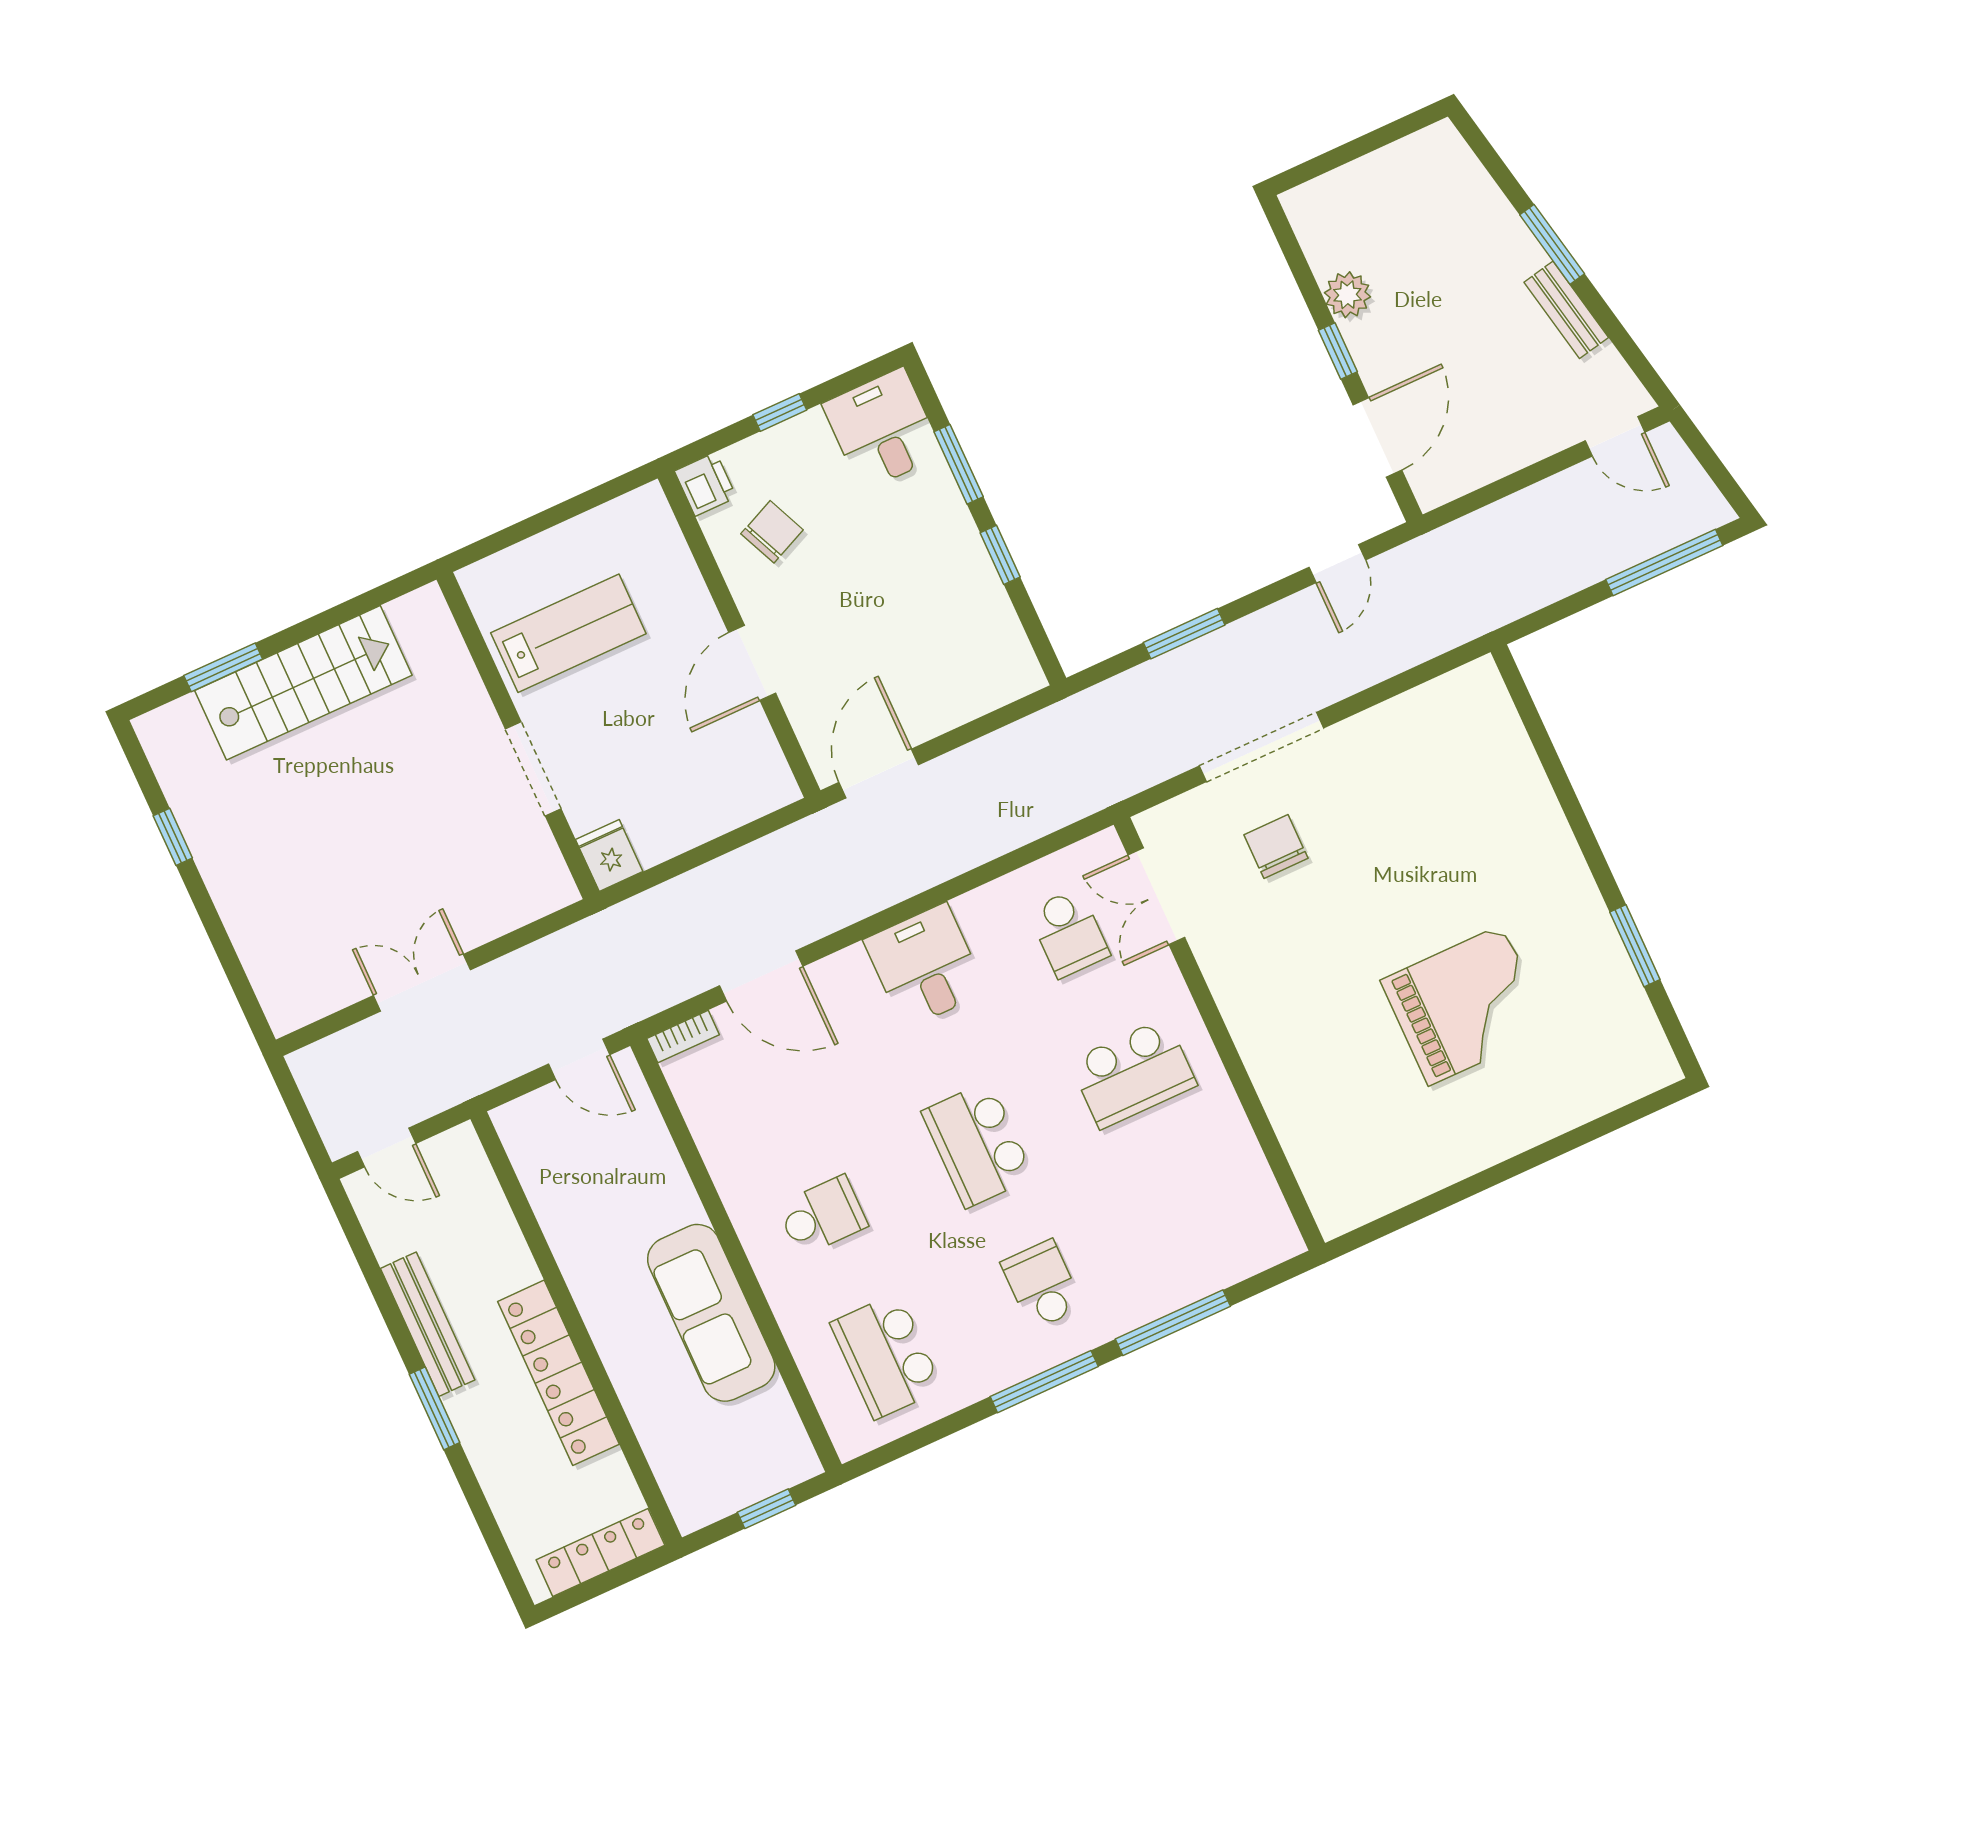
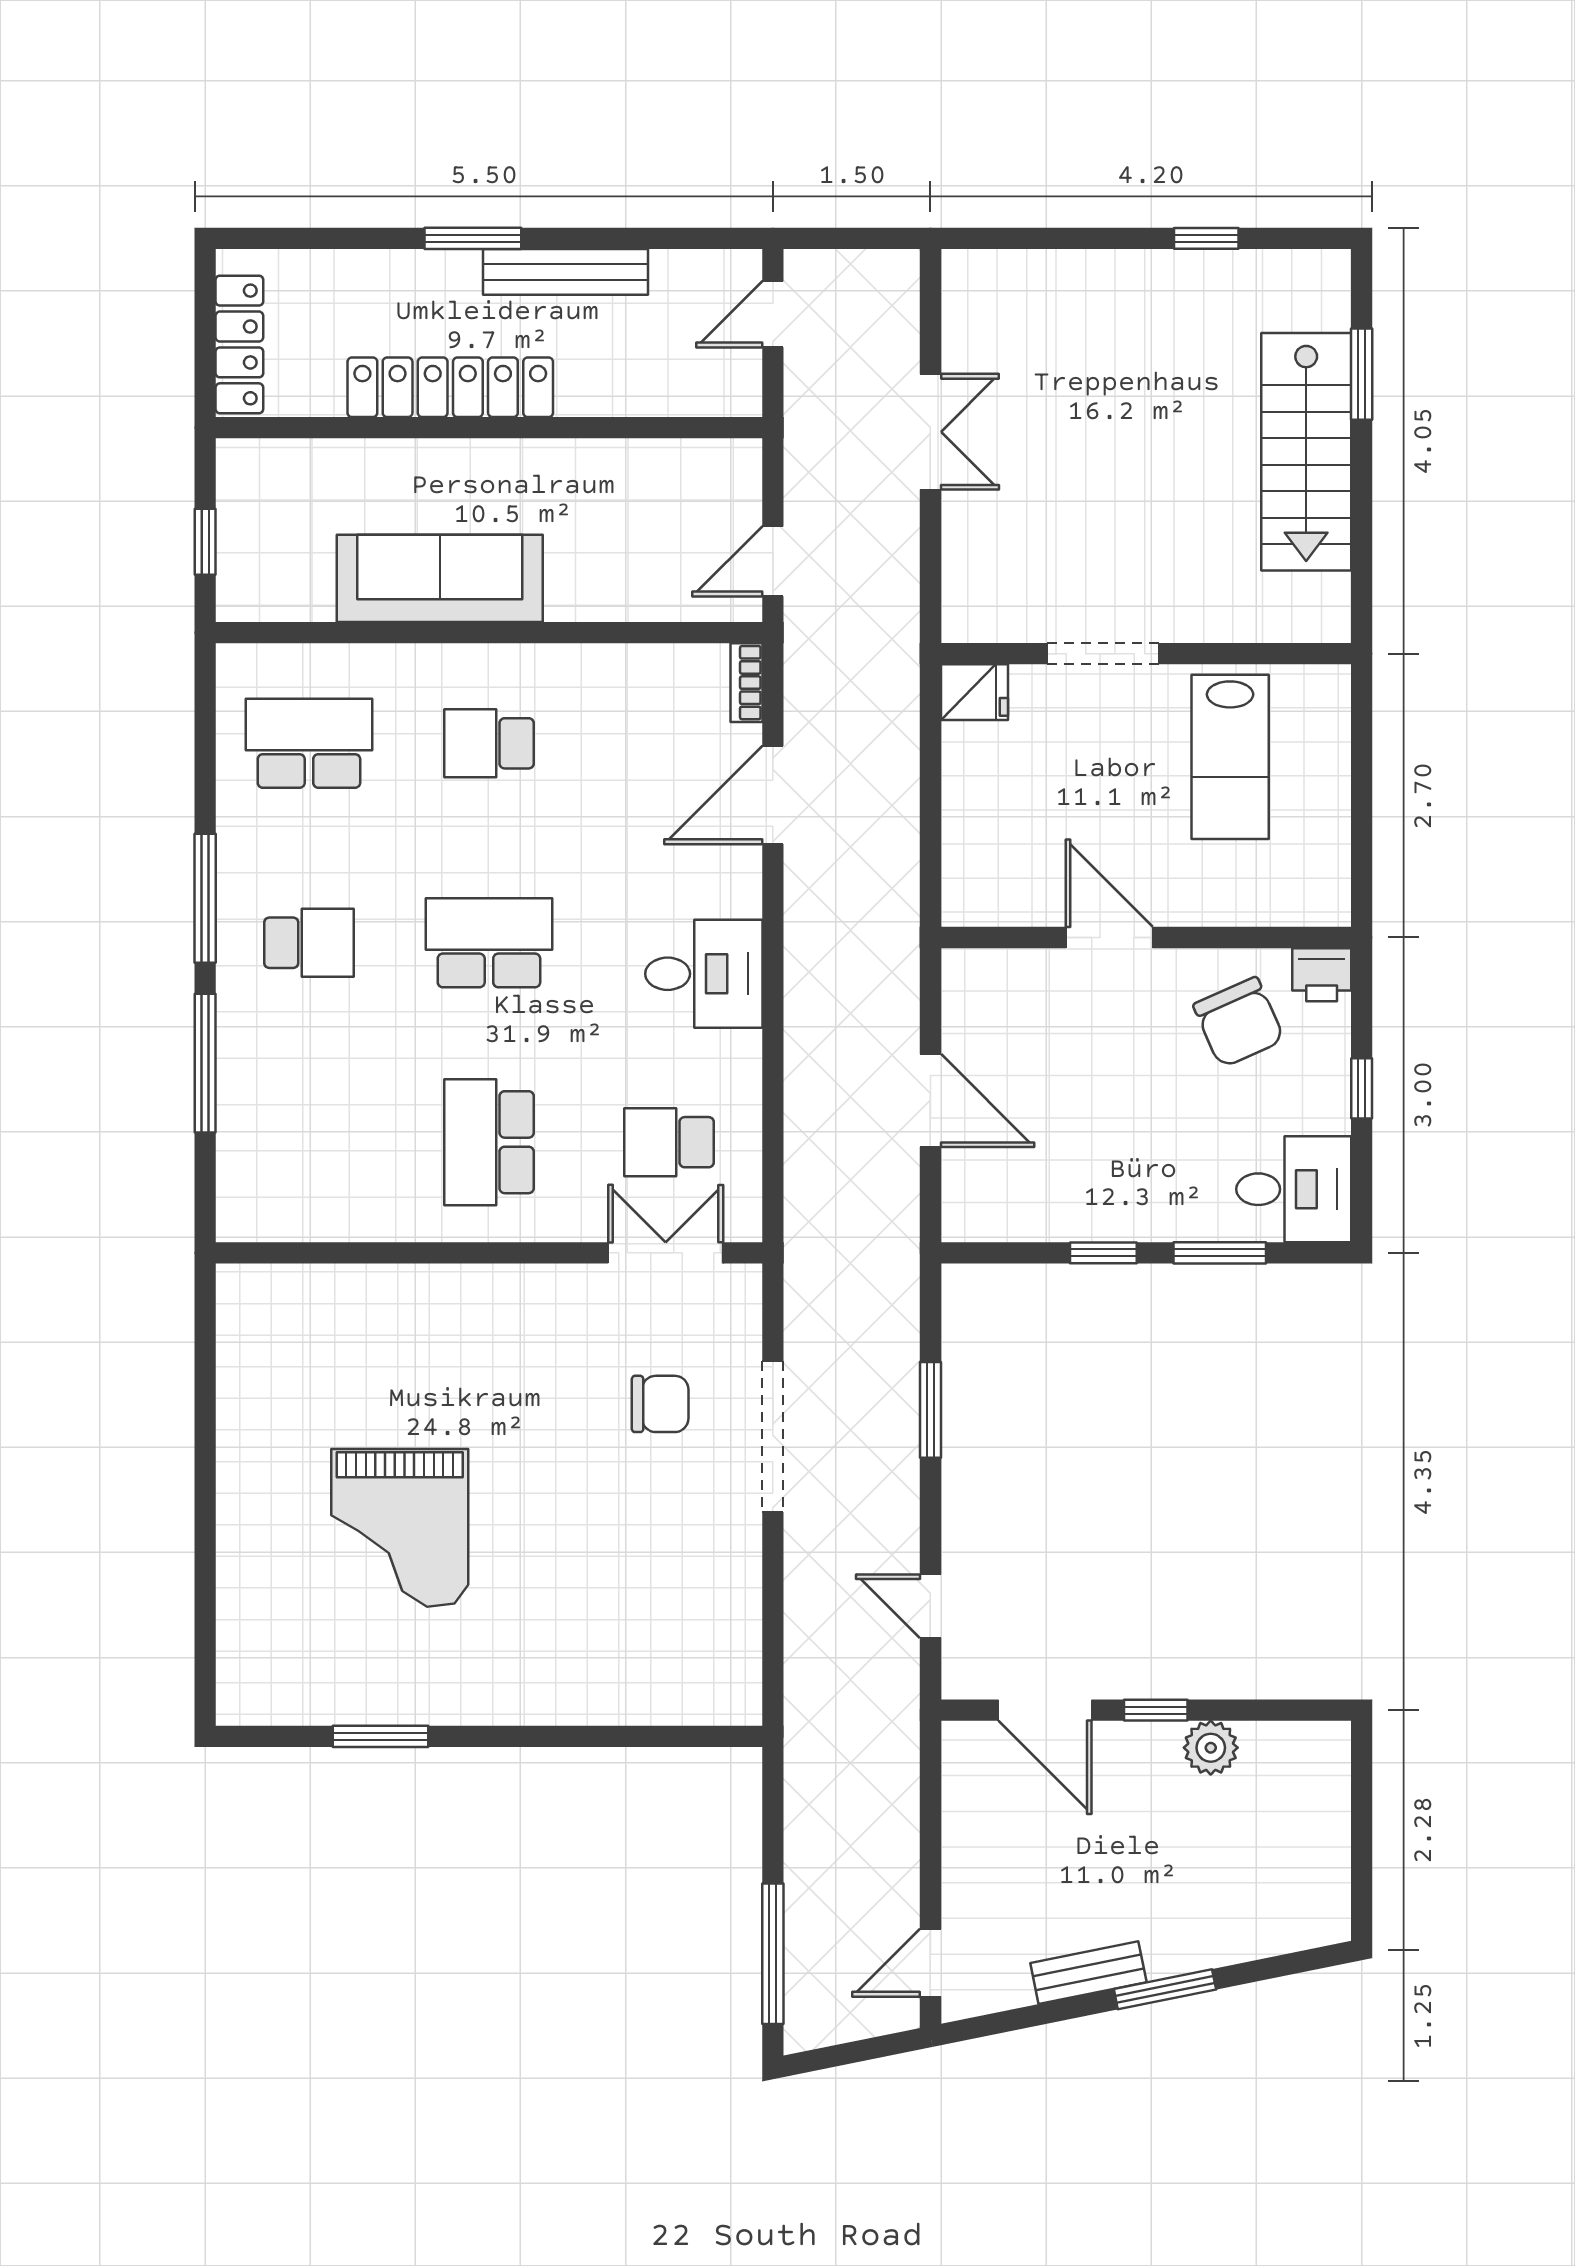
chair: (772, 532) -> (1239, 1022), width x1.37, depth x1.37
door: (879, 773) -> (930, 1101), moved
school desk: (822, 1216) -> (489, 743), turned 90

